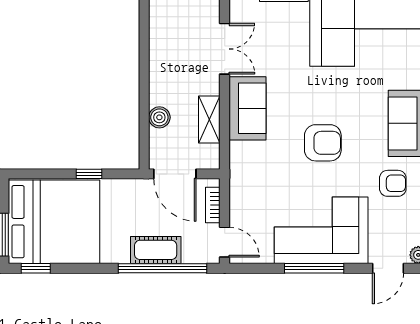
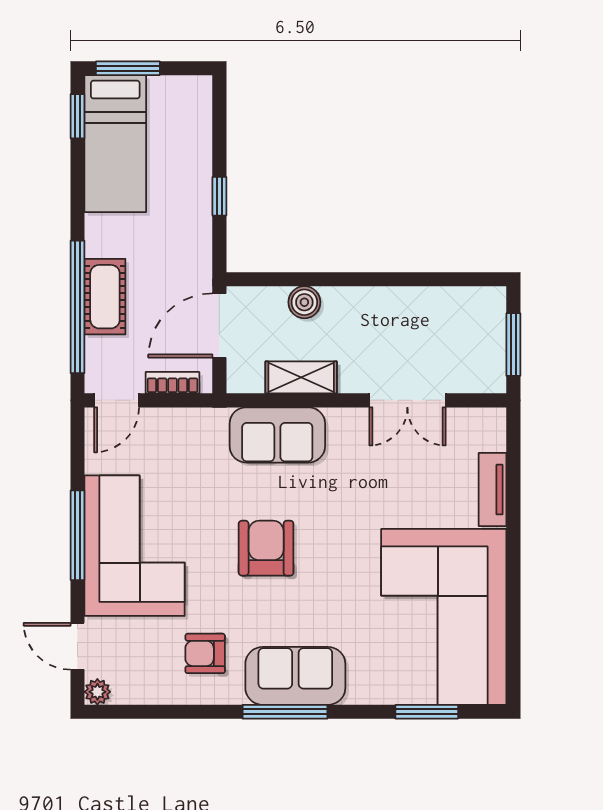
sofa: (248, 108) -> (277, 435), moved
armchair: (323, 143) -> (266, 548), turned 180
armchair: (393, 183) -> (205, 653), turned 90
bed: (54, 222) -> (115, 144), width x0.49

